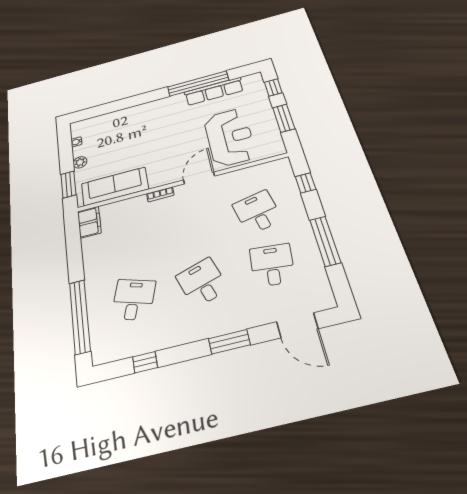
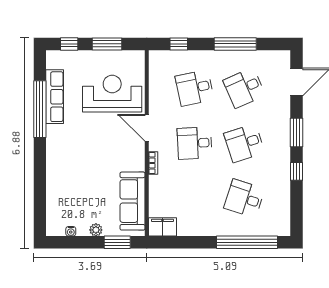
desk: (191, 229) -> (195, 143), added
desk: (272, 265) -> (244, 88), turned -30
window: (145, 362) -> (296, 171), moved

